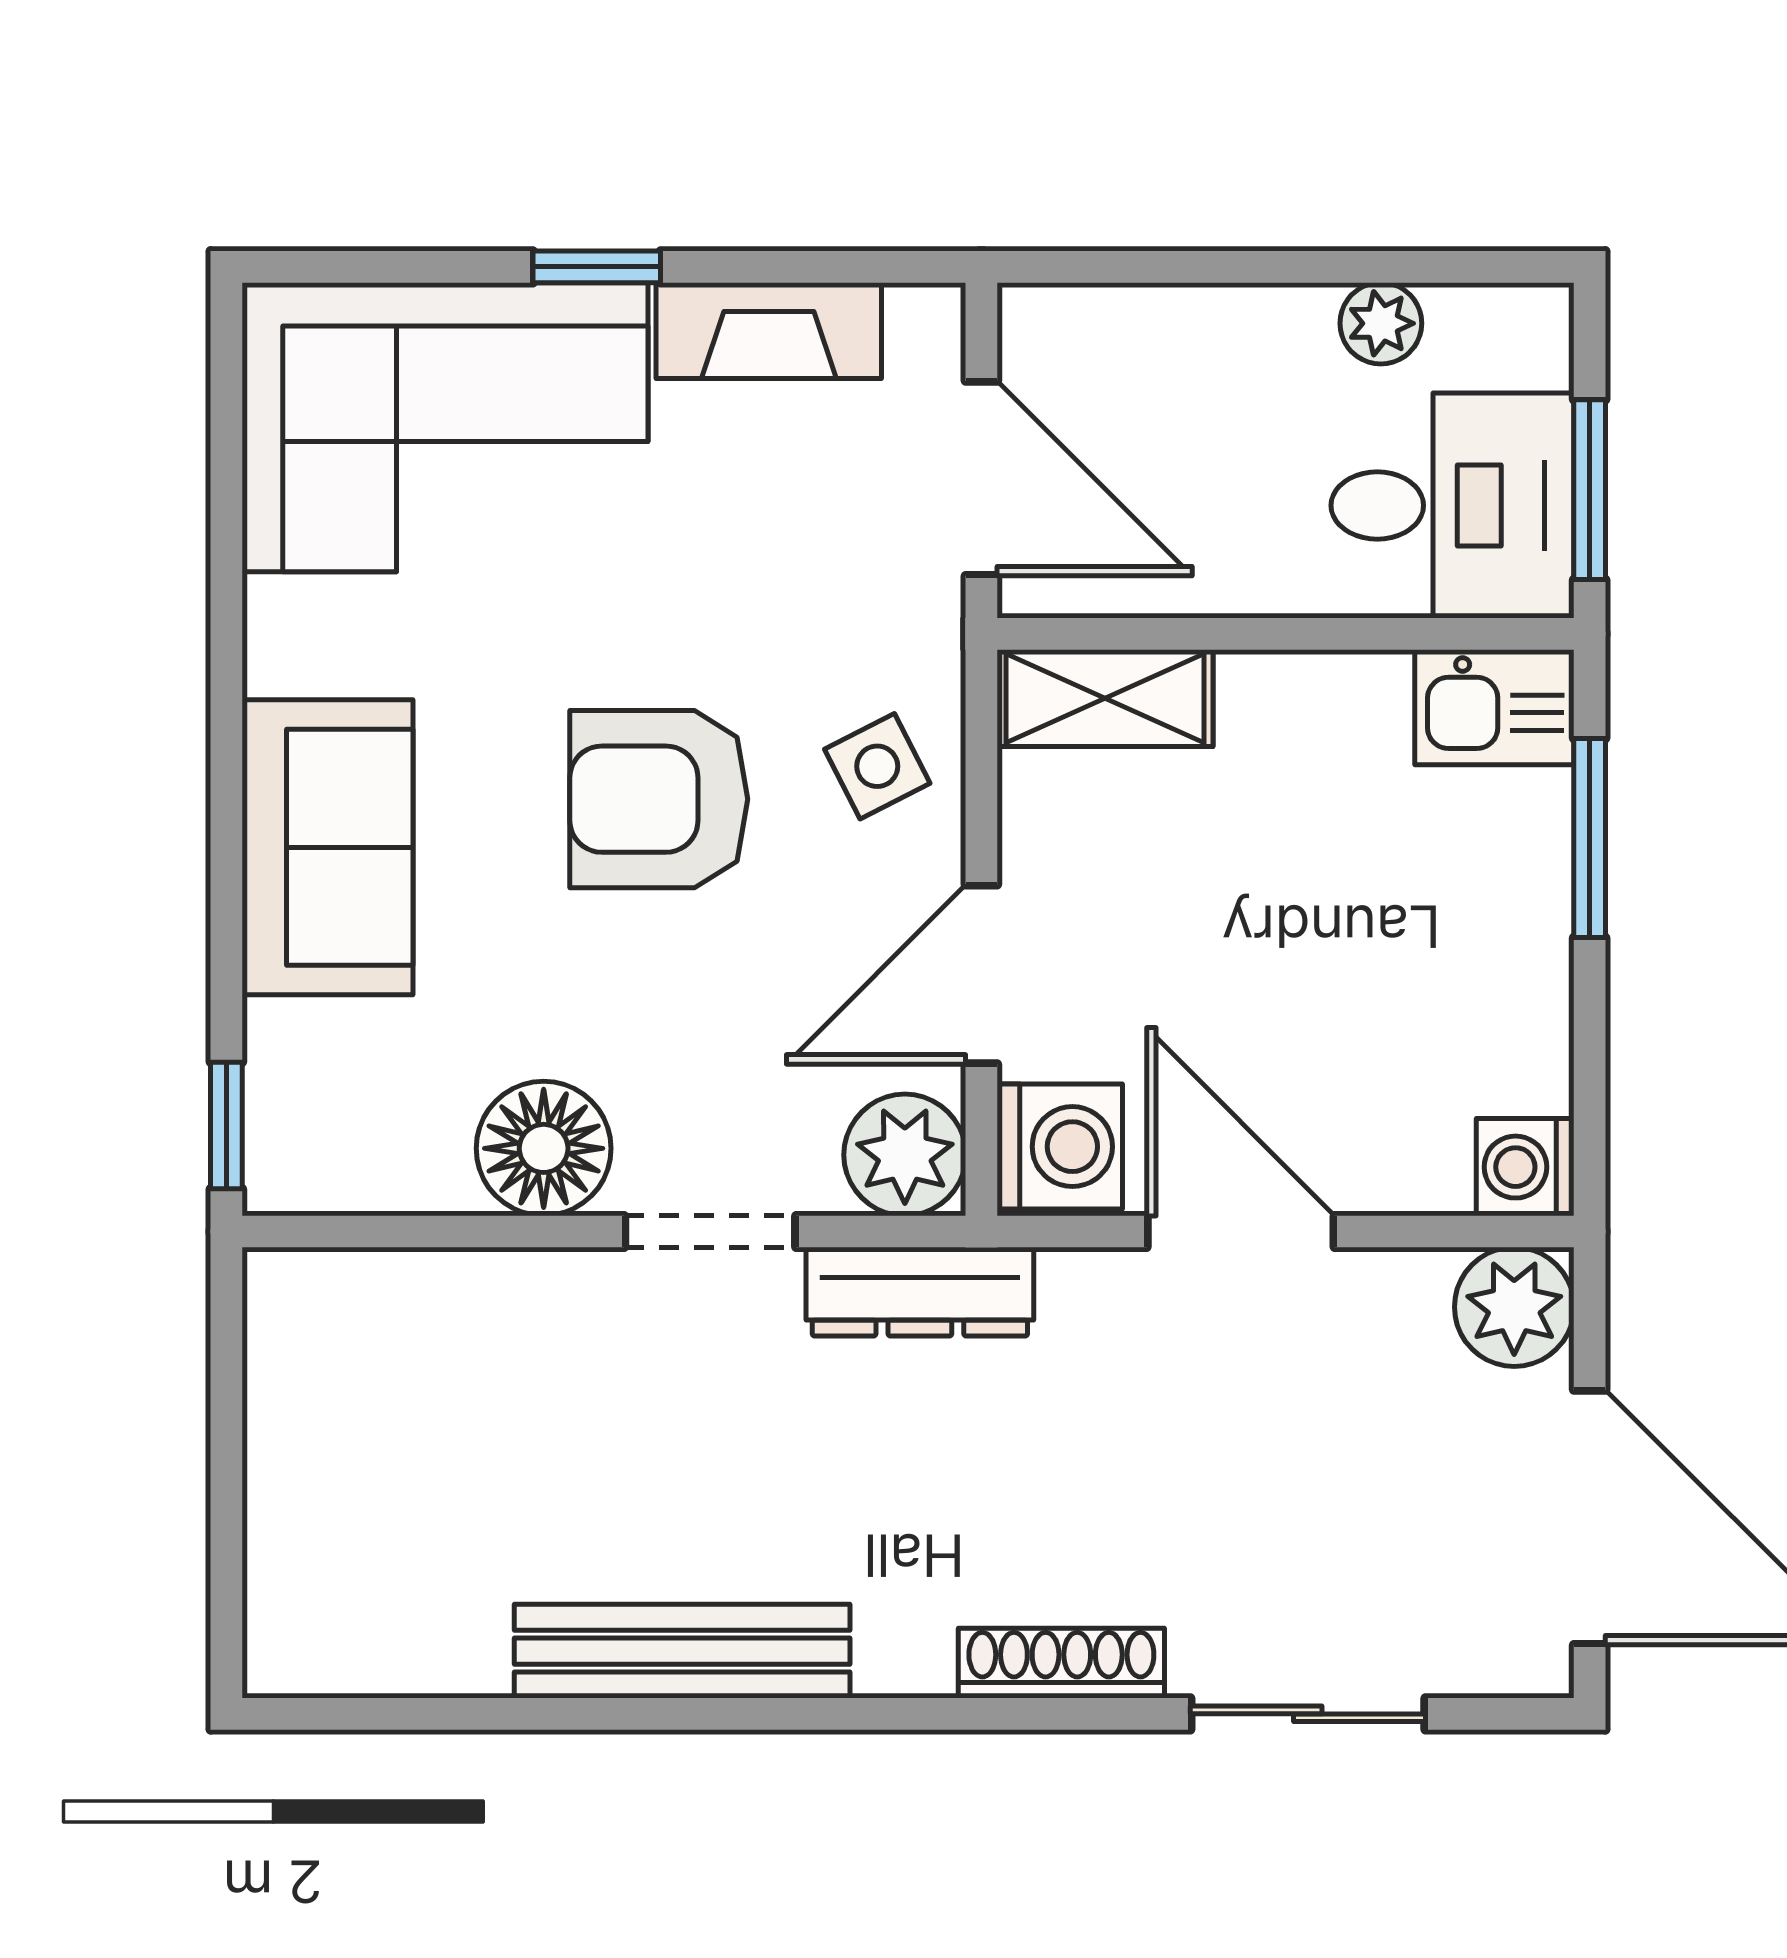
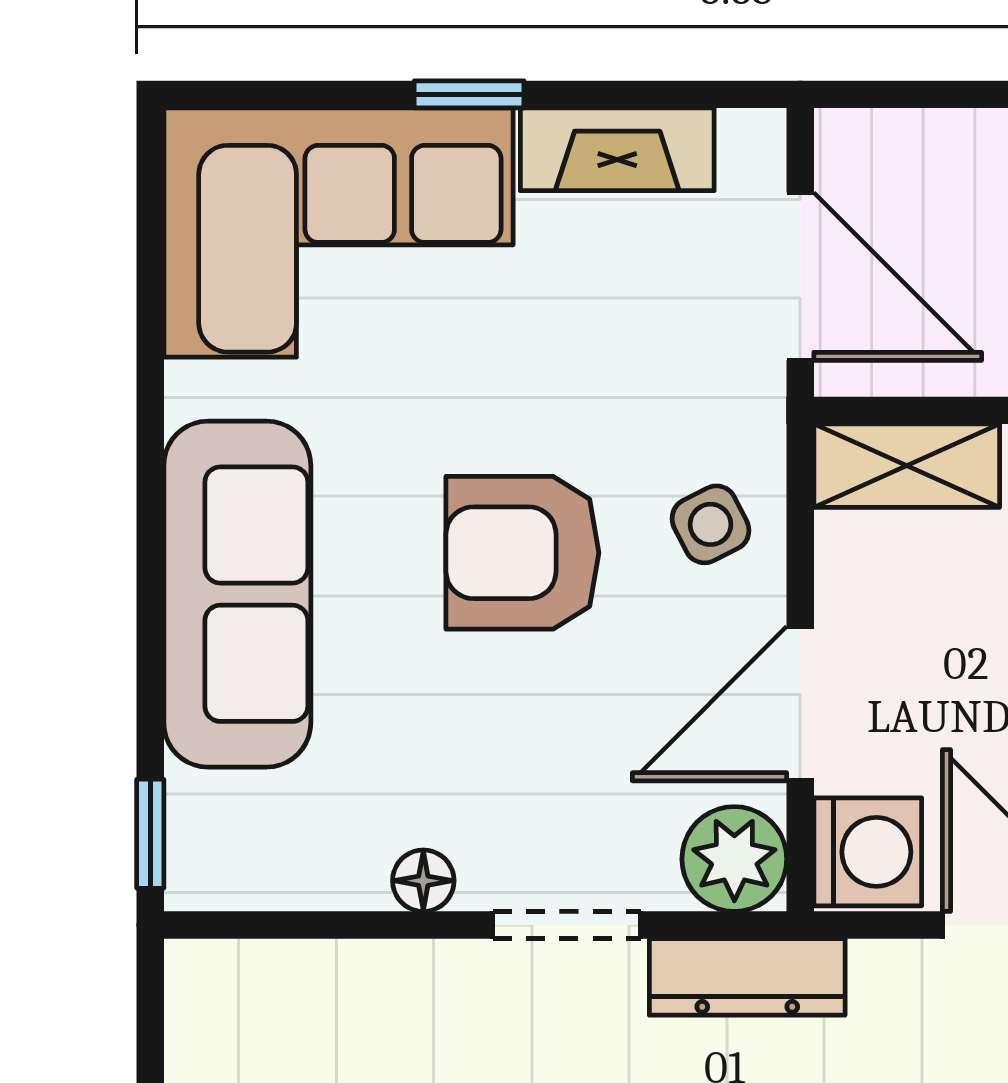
sofa: (328, 847) -> (237, 594), width x1.36
floor lamp: (544, 1148) -> (423, 881), width x0.53, depth x0.53

